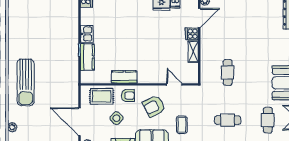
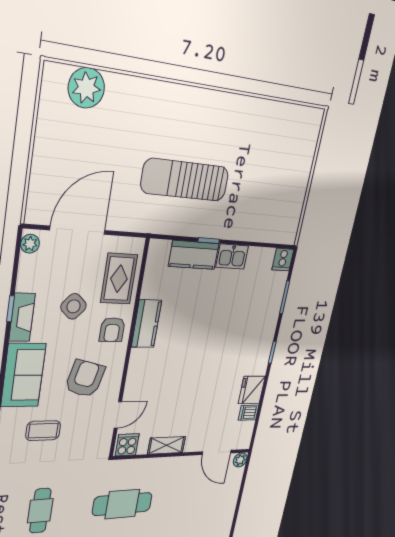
cooker: (192, 34) -> (127, 445), moved
cafe table: (228, 72) -> (122, 504), width x1.37, depth x1.35
sun lounger: (26, 82) -> (185, 180), moved
armchair: (154, 106) -> (85, 379), turned 40
plant: (12, 127) -> (86, 88), width x1.88, depth x1.88

